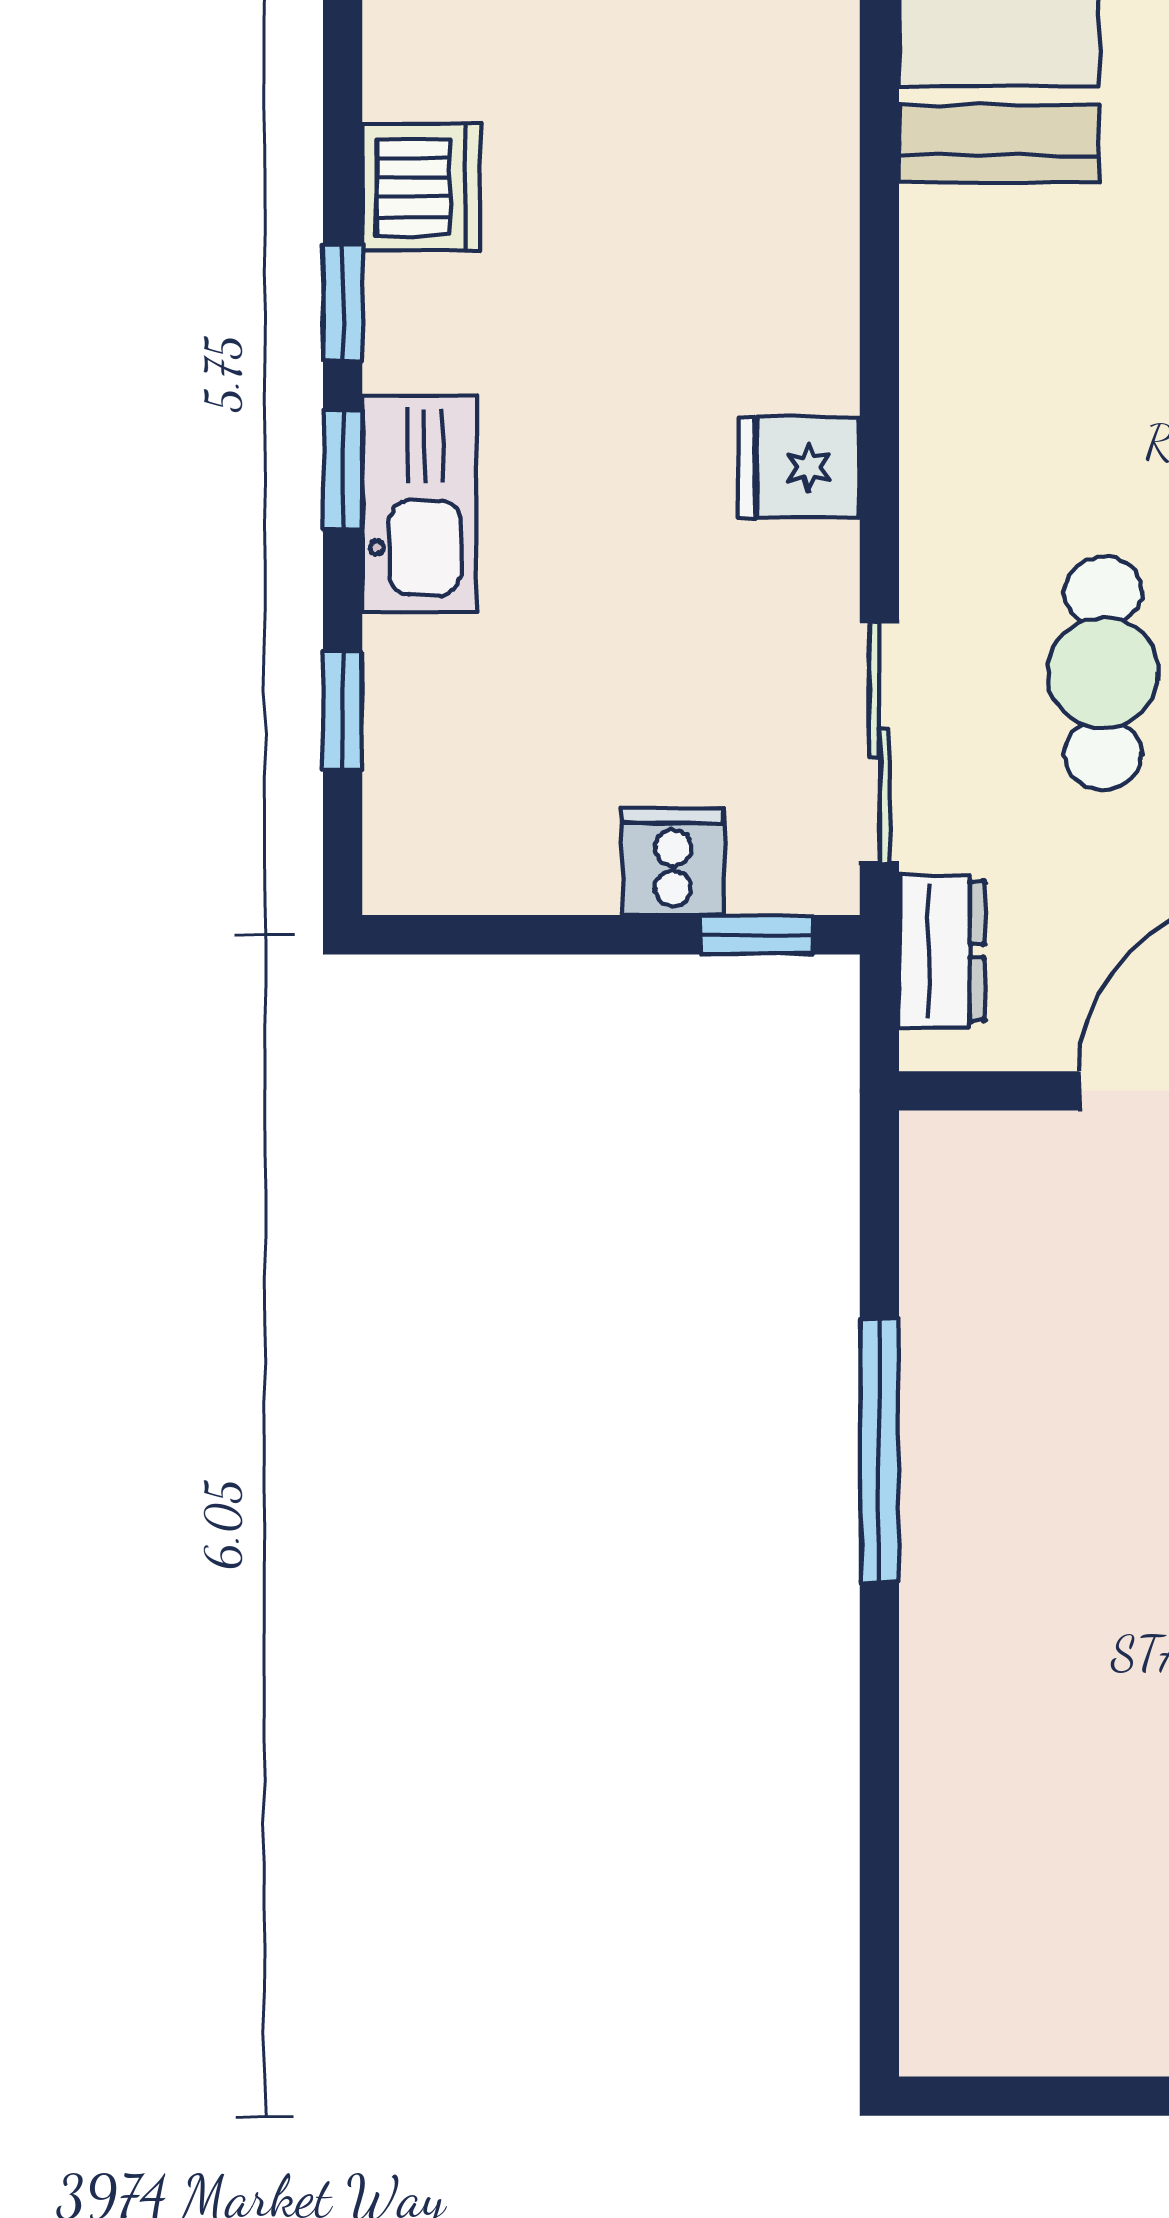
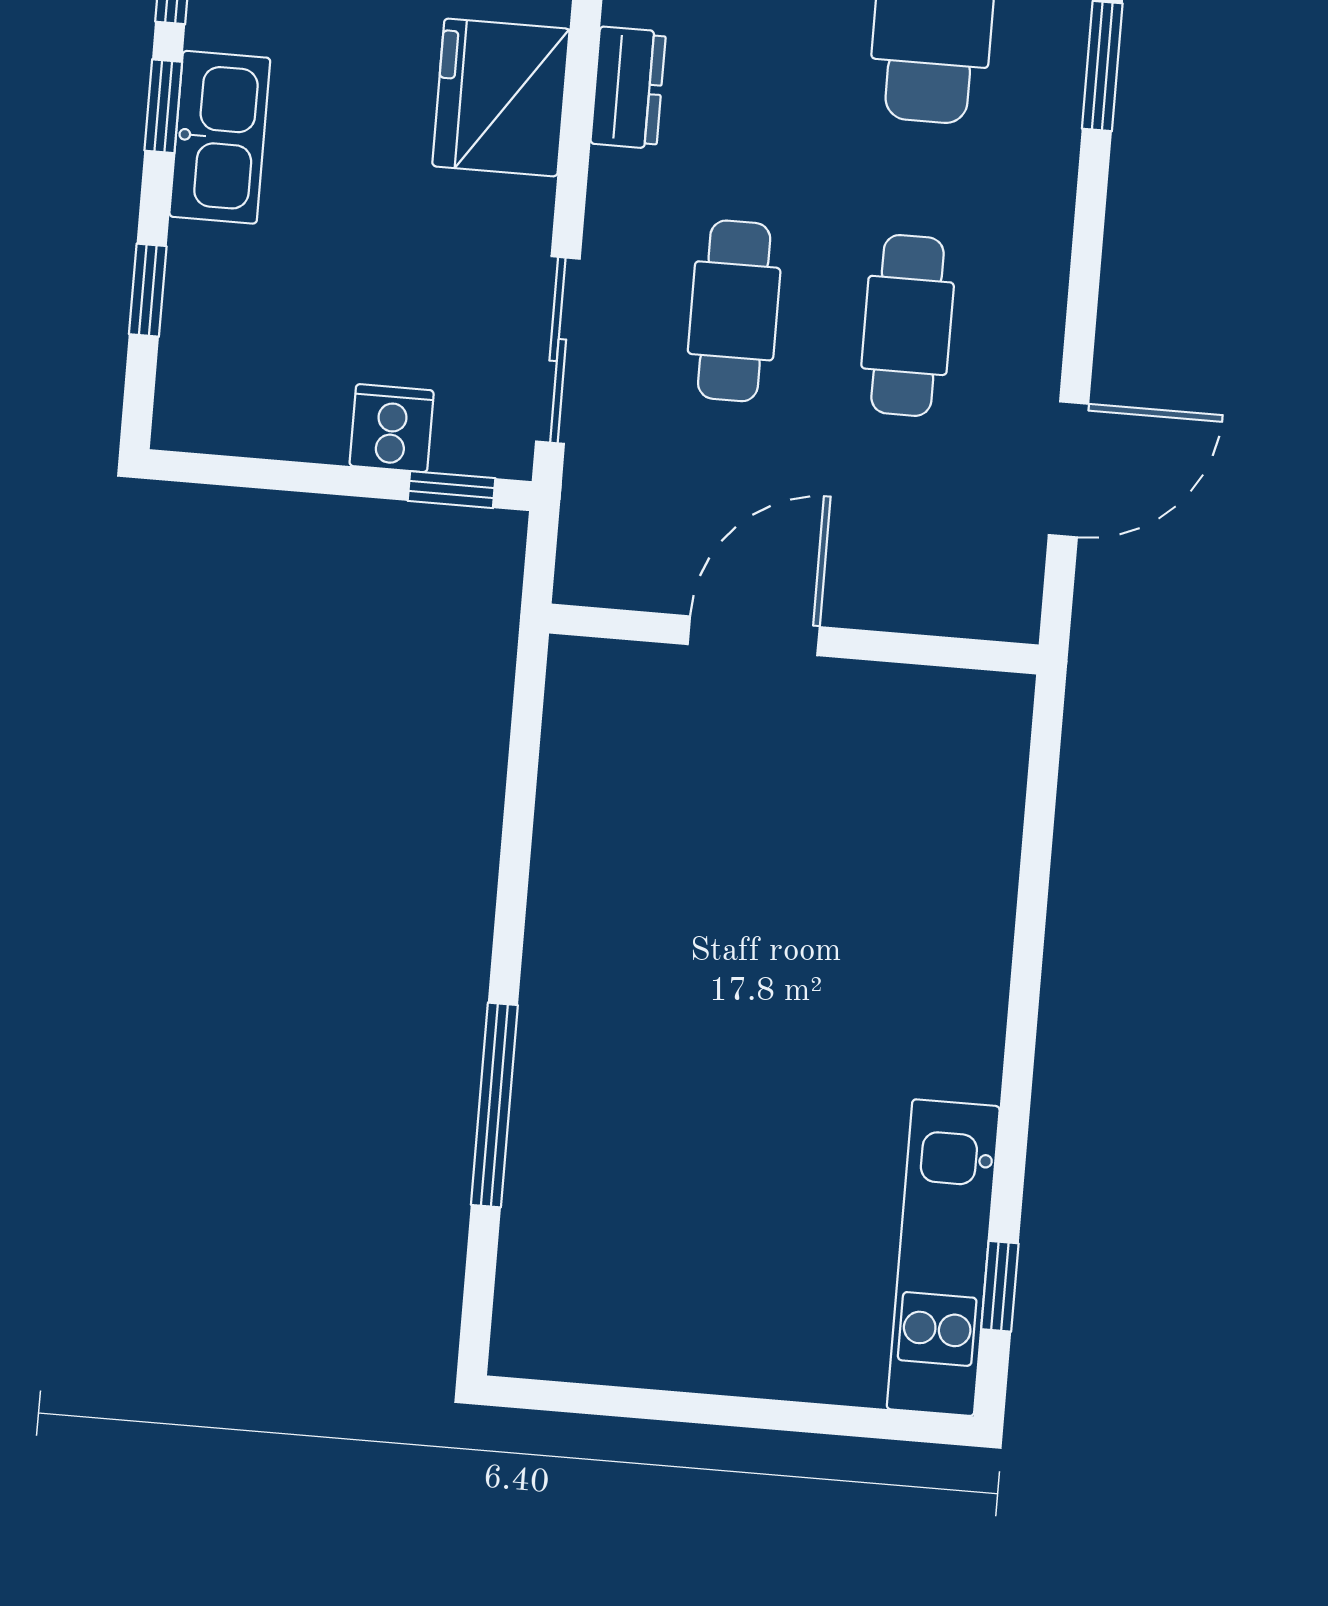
fridge: (799, 468) -> (501, 97), width x1.88, depth x1.34
dresser: (942, 951) -> (628, 88), moved
window: (879, 1451) -> (494, 1105), moved

